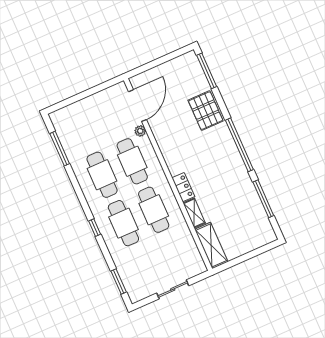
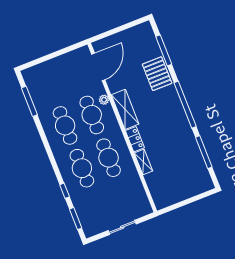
window: (207, 71) -> (164, 50), moved
plant: (140, 131) -> (104, 100), moved
window: (95, 228) -> (65, 191), moved
shelving: (211, 245) -> (125, 109), moved

